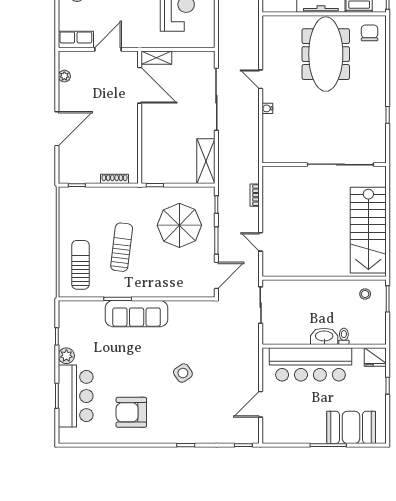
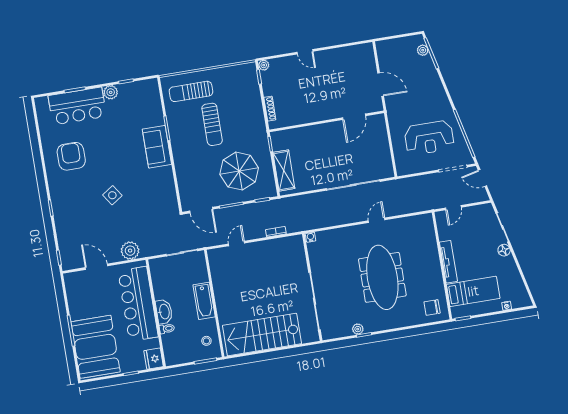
chair: (370, 33) -> (432, 307), turned 180
row of seats: (76, 39) -> (384, 55), removed
meeting table: (326, 54) -> (382, 277), moved, turned 90
shelving: (156, 58) -> (380, 127), removed
plant: (64, 76) -> (264, 65), moved
door: (140, 85) -> (354, 117), width x0.73
water cooler: (267, 108) -> (311, 237), moved
plant: (380, 121) -> (358, 329), added
door: (57, 129) -> (305, 52), width x0.53
shelving: (206, 161) -> (284, 170), moved, turned 90
sun lounger: (122, 247) -> (212, 124), turned 83
sun lounger: (80, 265) -> (191, 91), turned 180
bathtub: (319, 289) -> (204, 301), added
sofa: (137, 314) -> (157, 147), width x0.73
plant: (249, 363) -> (130, 251), added
booth: (351, 427) -> (95, 347), width x1.36, depth x1.42

